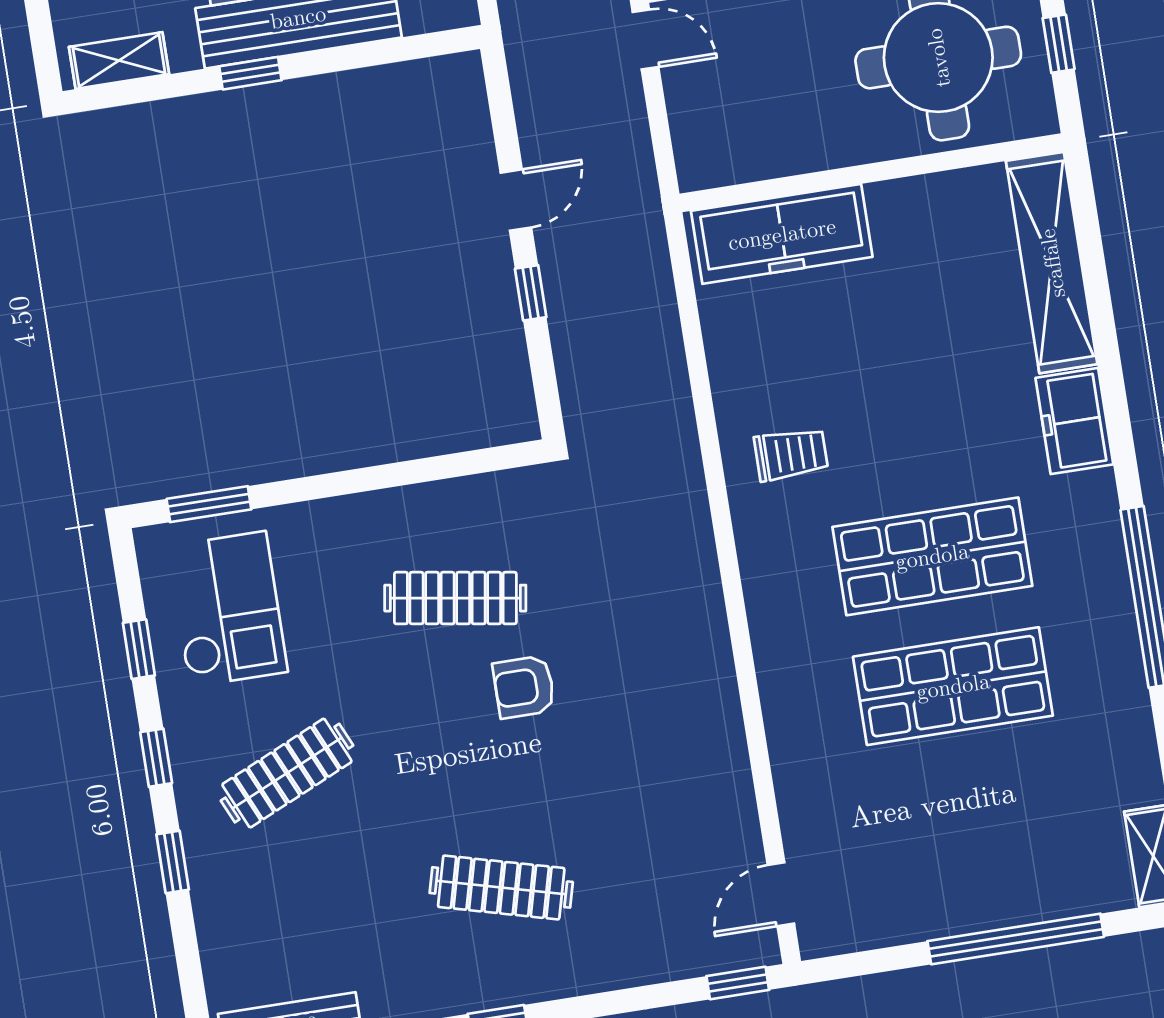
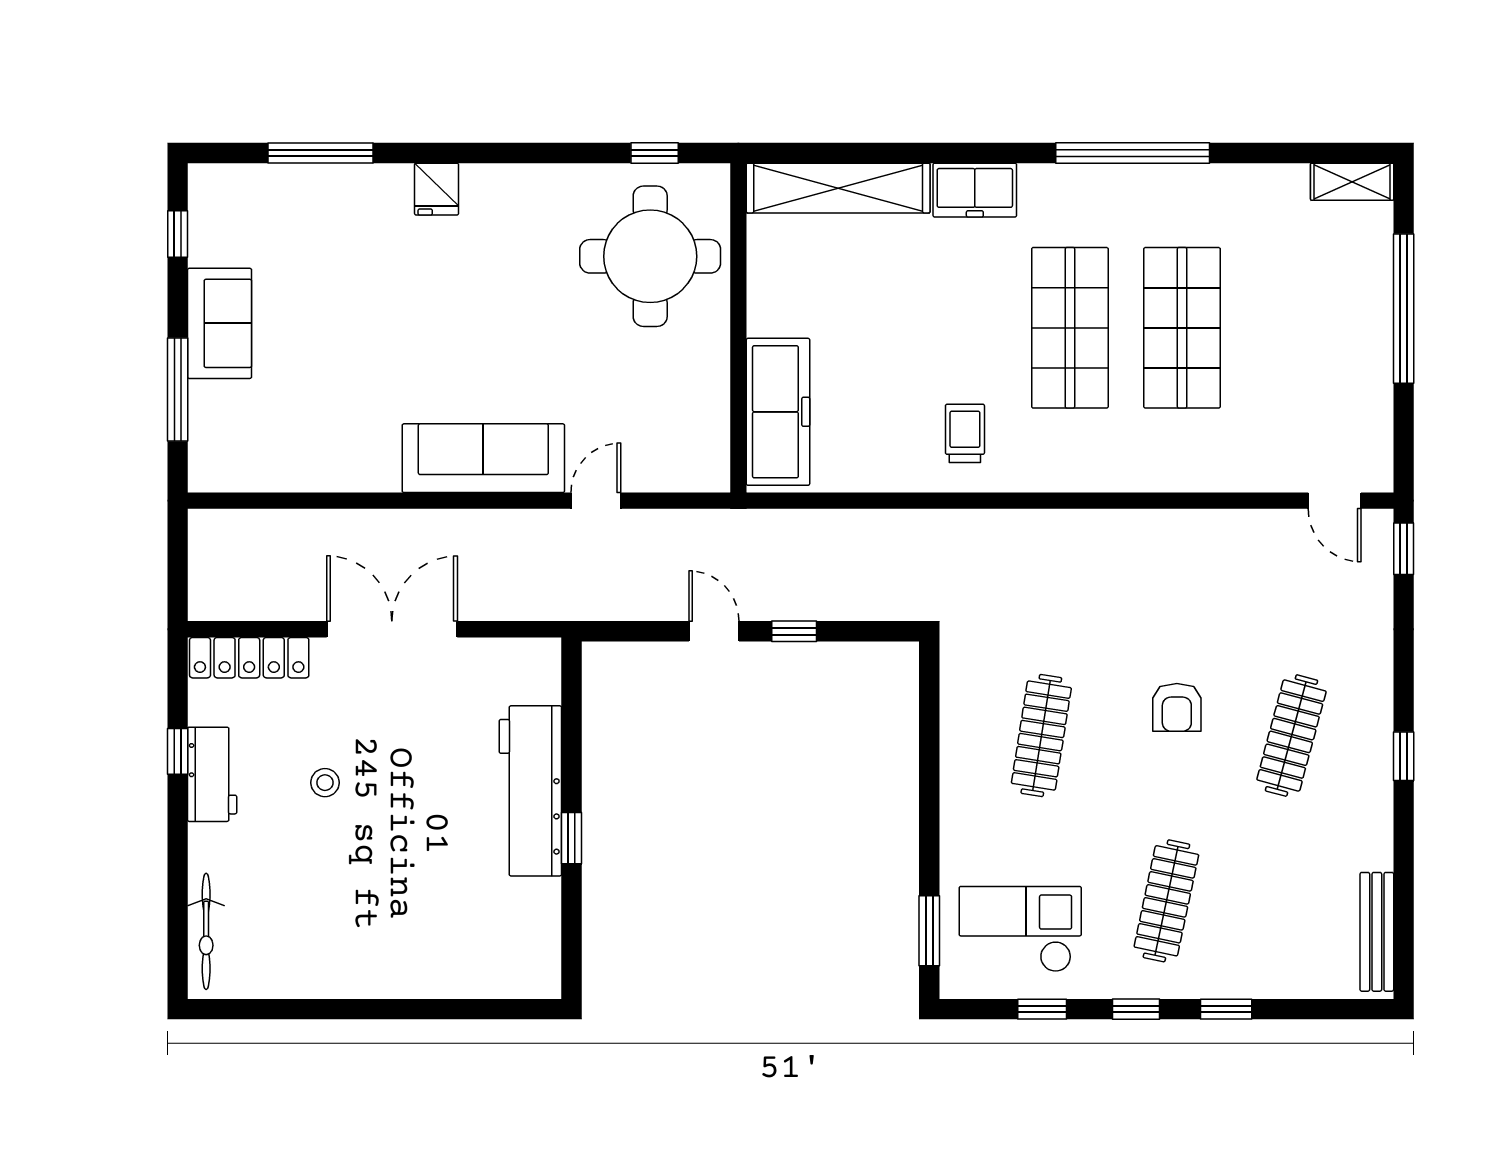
shelving: (119, 61) -> (543, 947), removed
armchair: (524, 687) -> (1177, 707), moved
clothes rail: (287, 773) -> (1166, 901), turned 36

